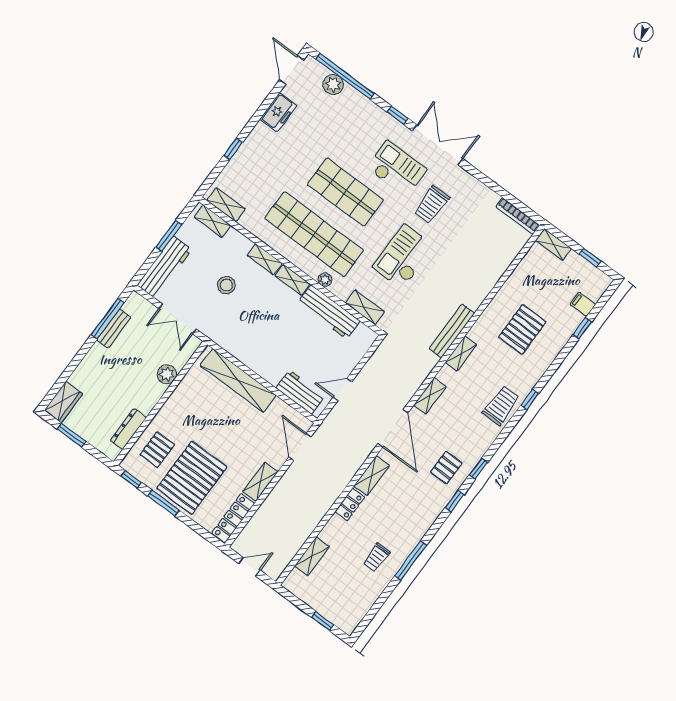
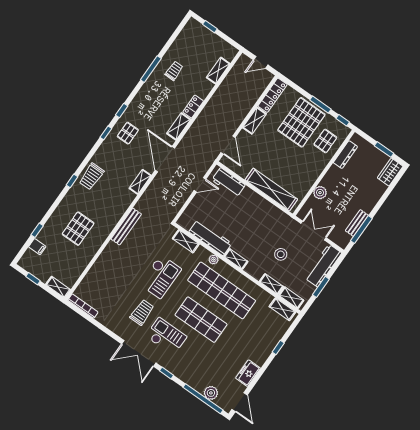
checkout: (397, 169) -> (166, 336), turned 180
shelving: (265, 259) -> (271, 284), moved
shelving: (461, 353) -> (120, 211), removed

